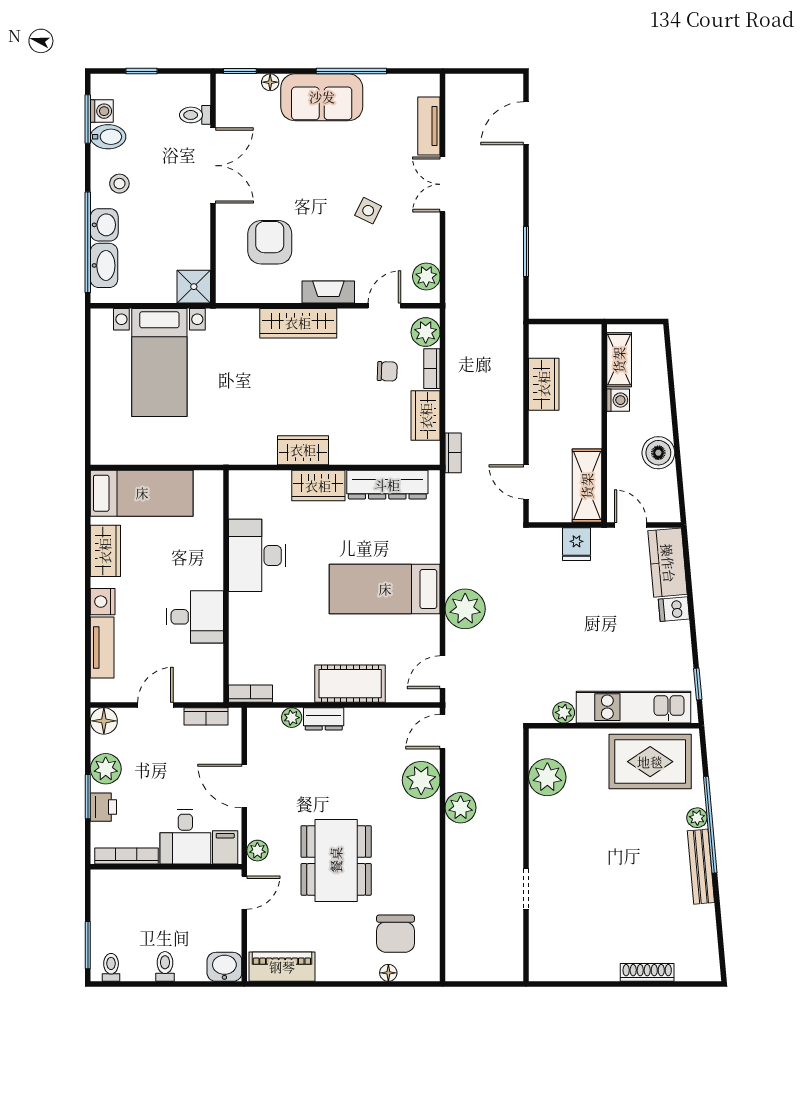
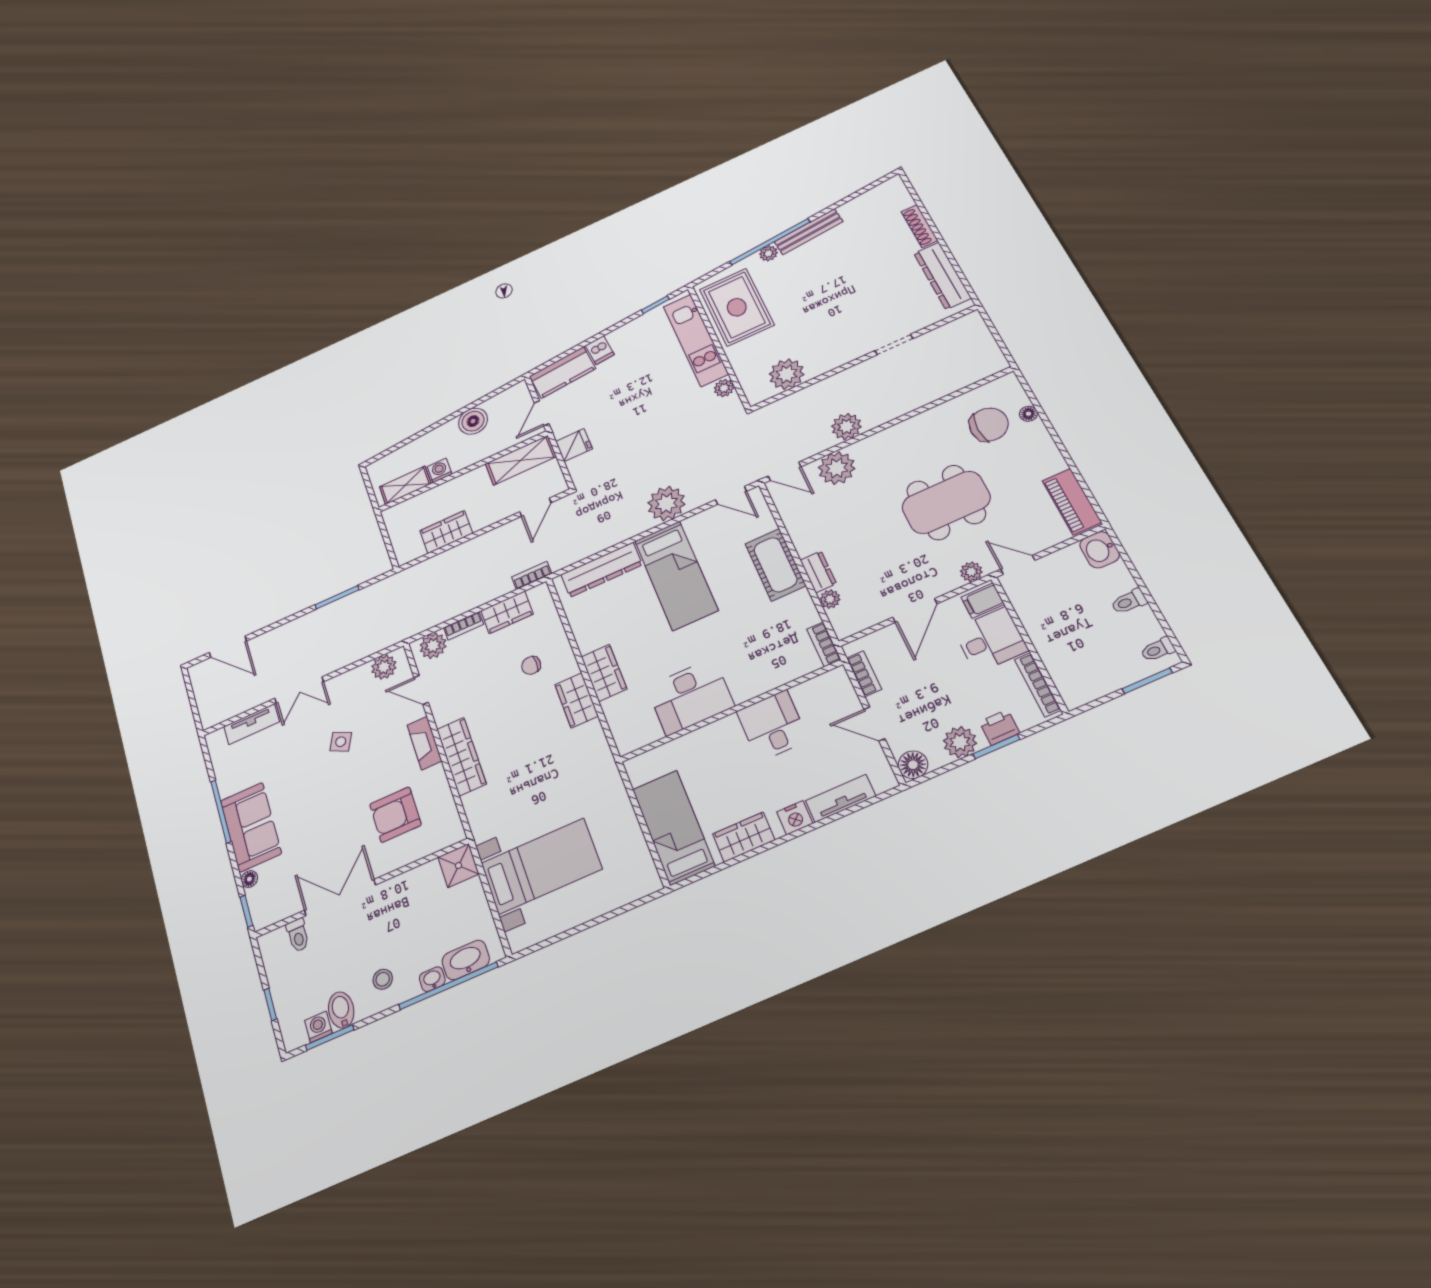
washbasin: (104, 225) -> (432, 979), width x0.72, depth x0.69
chair: (387, 371) -> (531, 665), moved, turned -92
dresser: (387, 485) -> (602, 570), moved, turned 90
dresser: (578, 967) -> (942, 276), added

